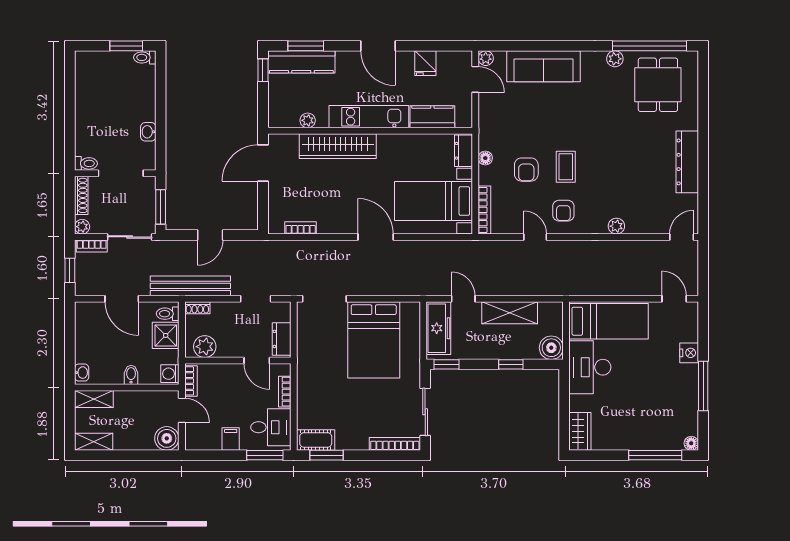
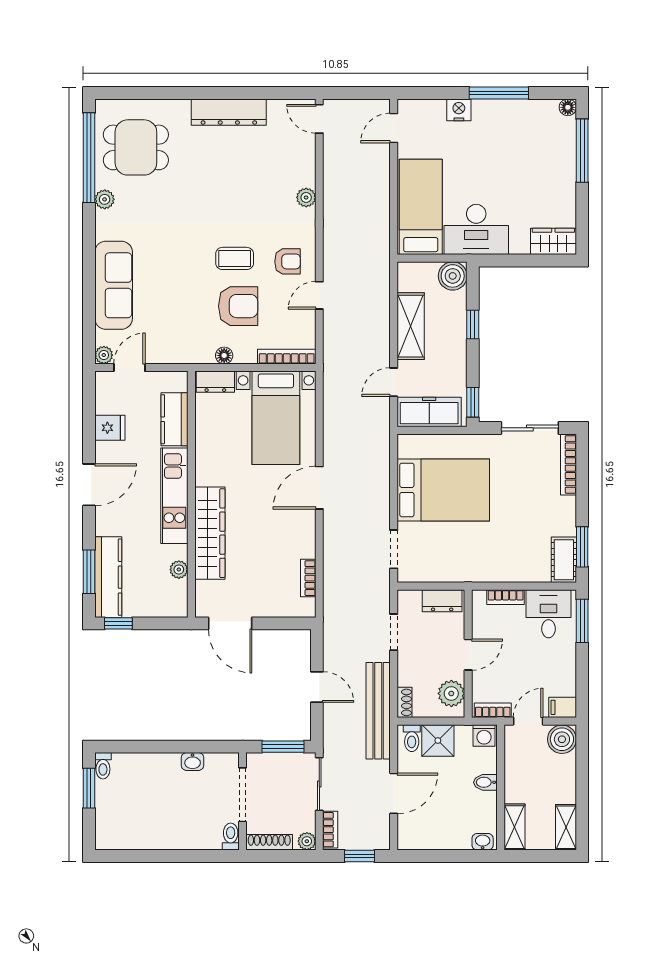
armchair: (526, 170) -> (238, 306), width x1.38, depth x1.38
doorway: (324, 299) -> (394, 549), width x0.73
door: (257, 361) -> (468, 655), moved
filing cabinet: (231, 439) -> (563, 707), moved

